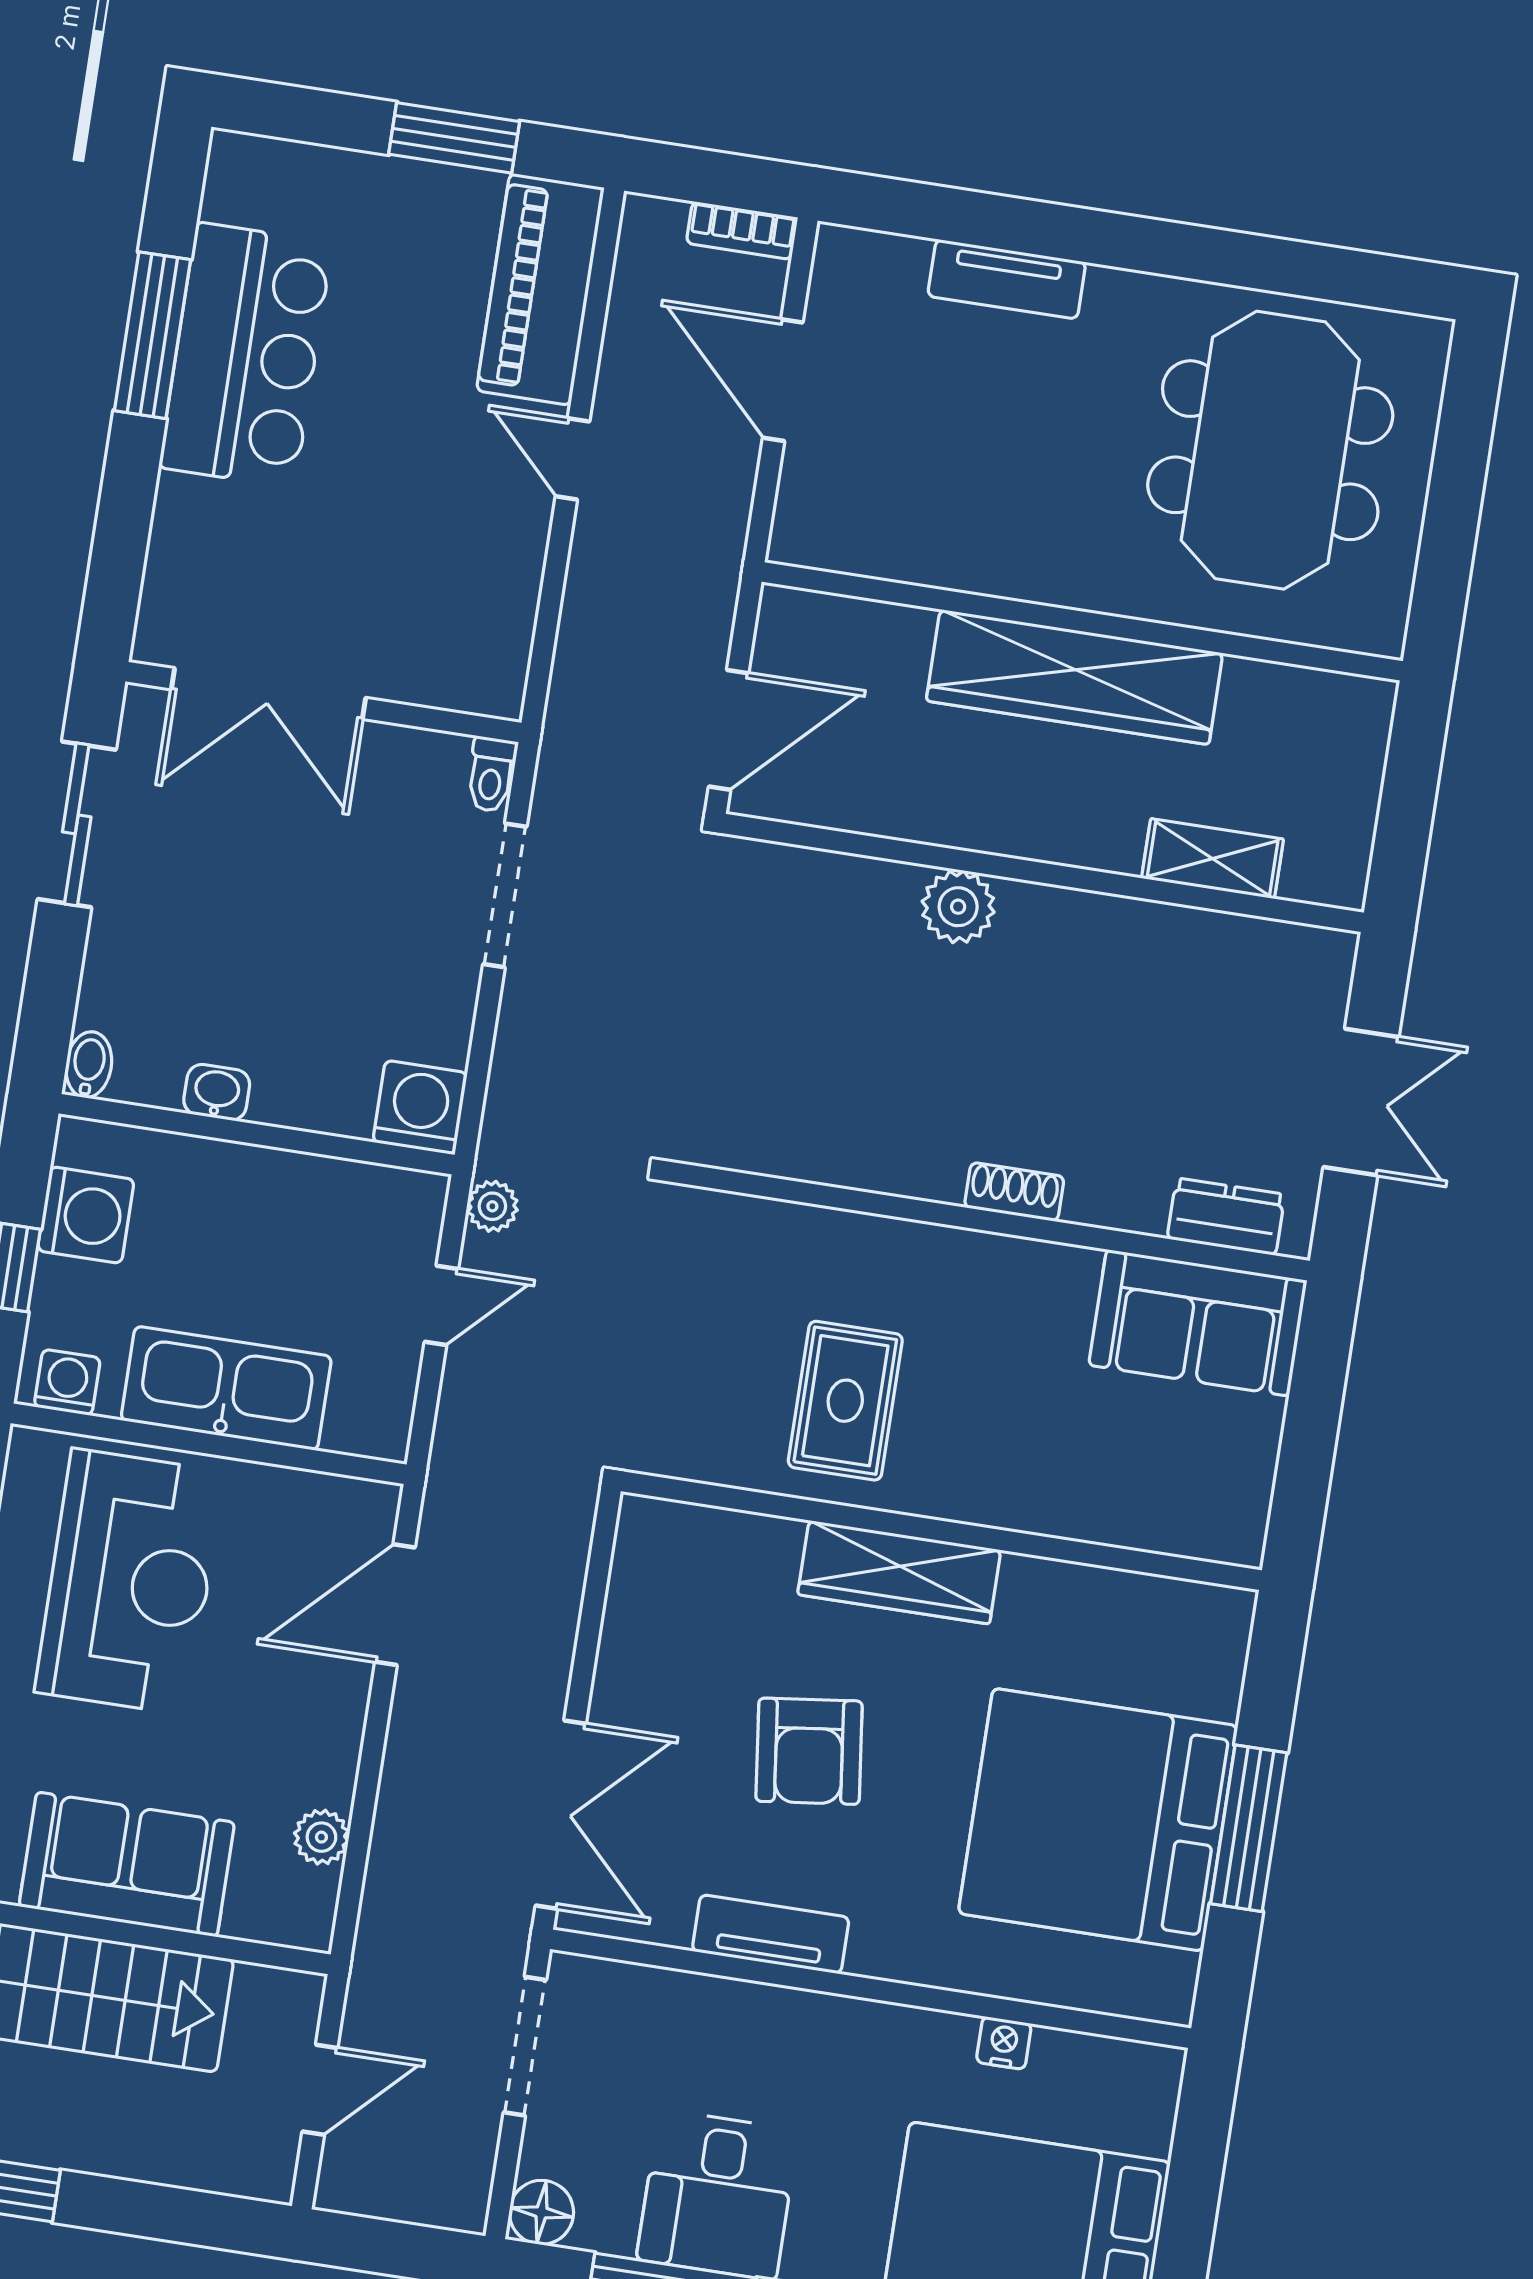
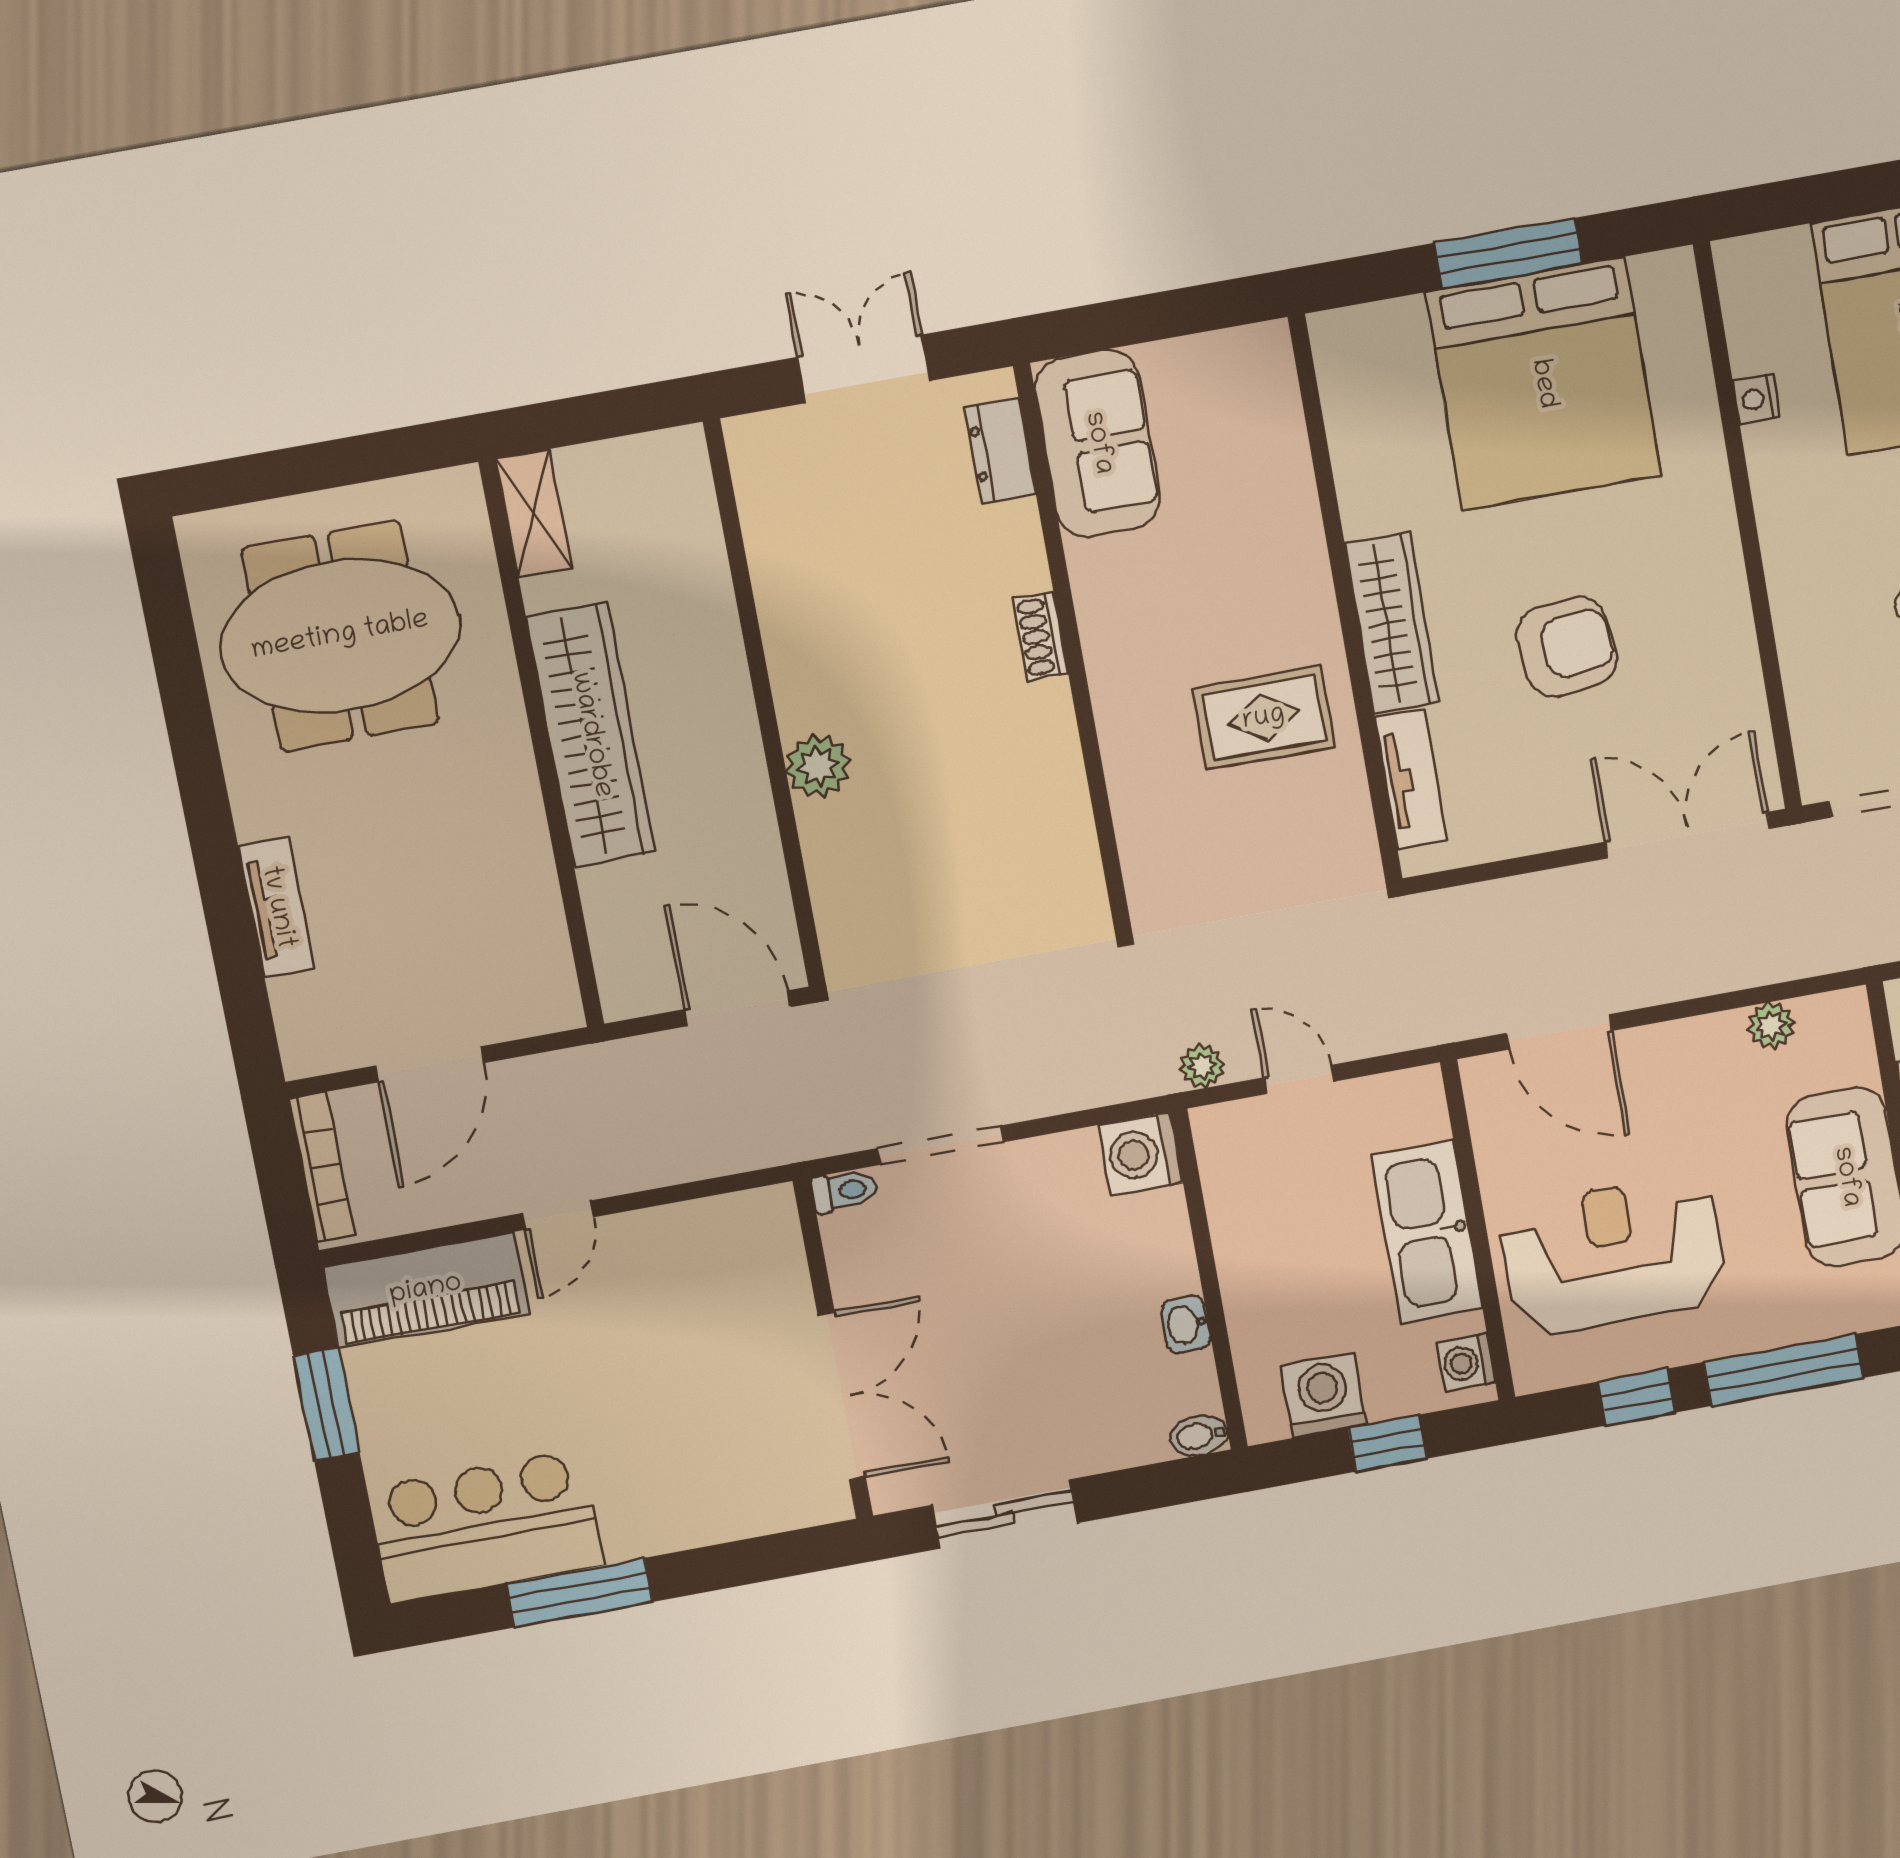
bookcase: (742, 230) -> (322, 1167), width x1.56
bar counter: (246, 355) -> (486, 1527), moved
shelving: (1213, 859) -> (534, 513), moved
tv unit: (771, 1934) -> (1411, 779), moved, turned 180

